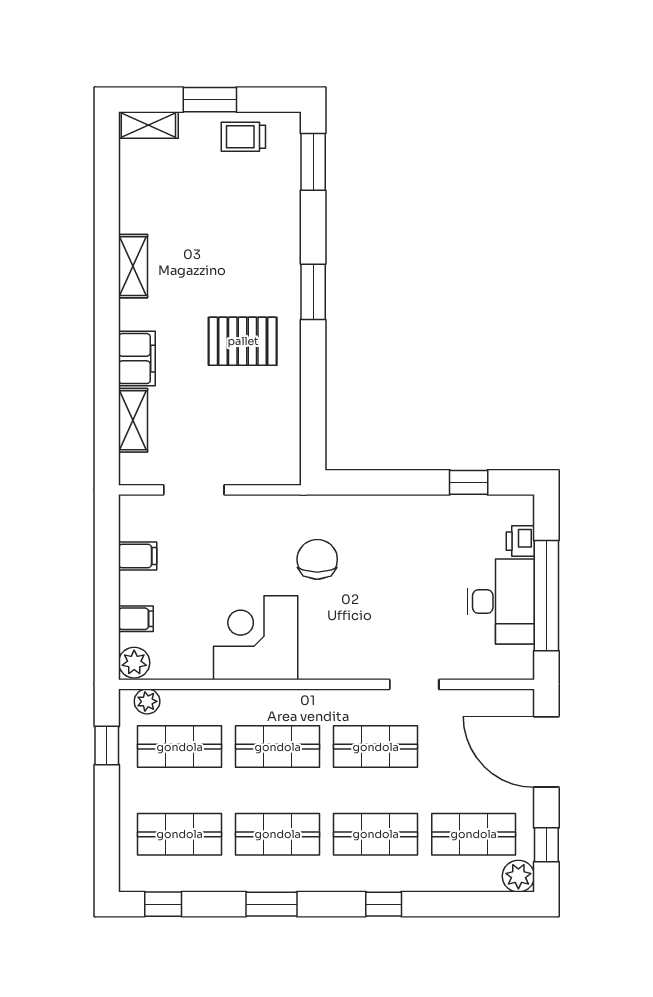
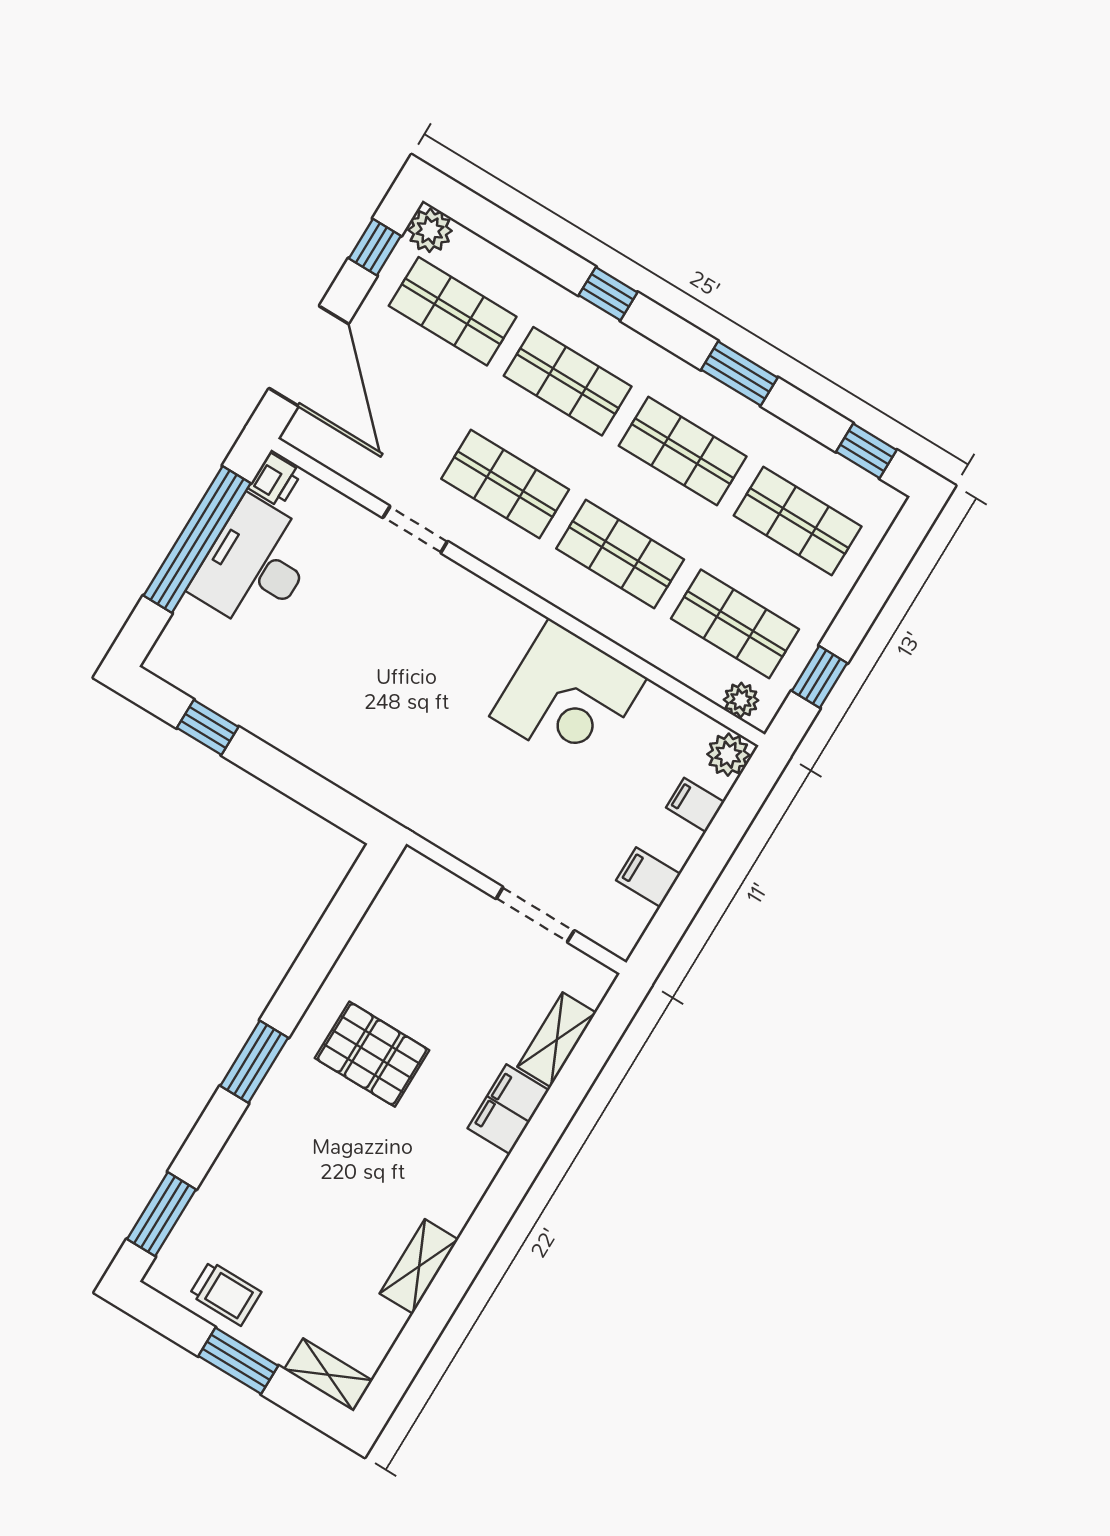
shelving: (133, 266) -> (419, 1266), moved
printer: (520, 541) -> (275, 480), moved
chair: (317, 559) -> (440, 745), removed

